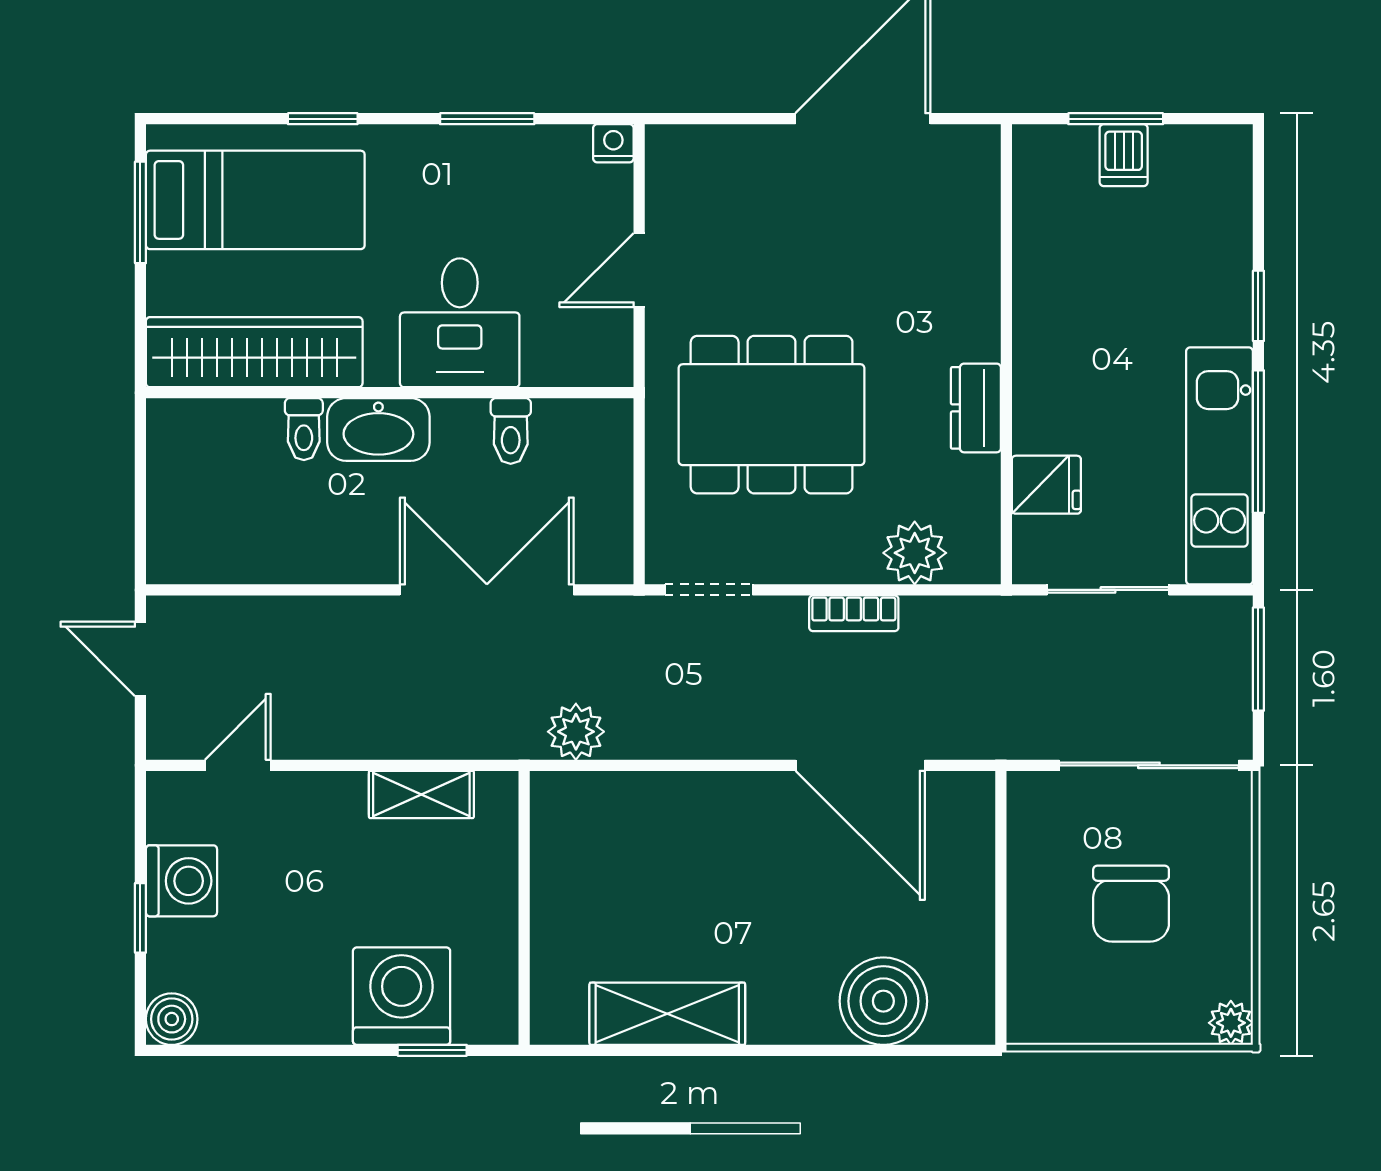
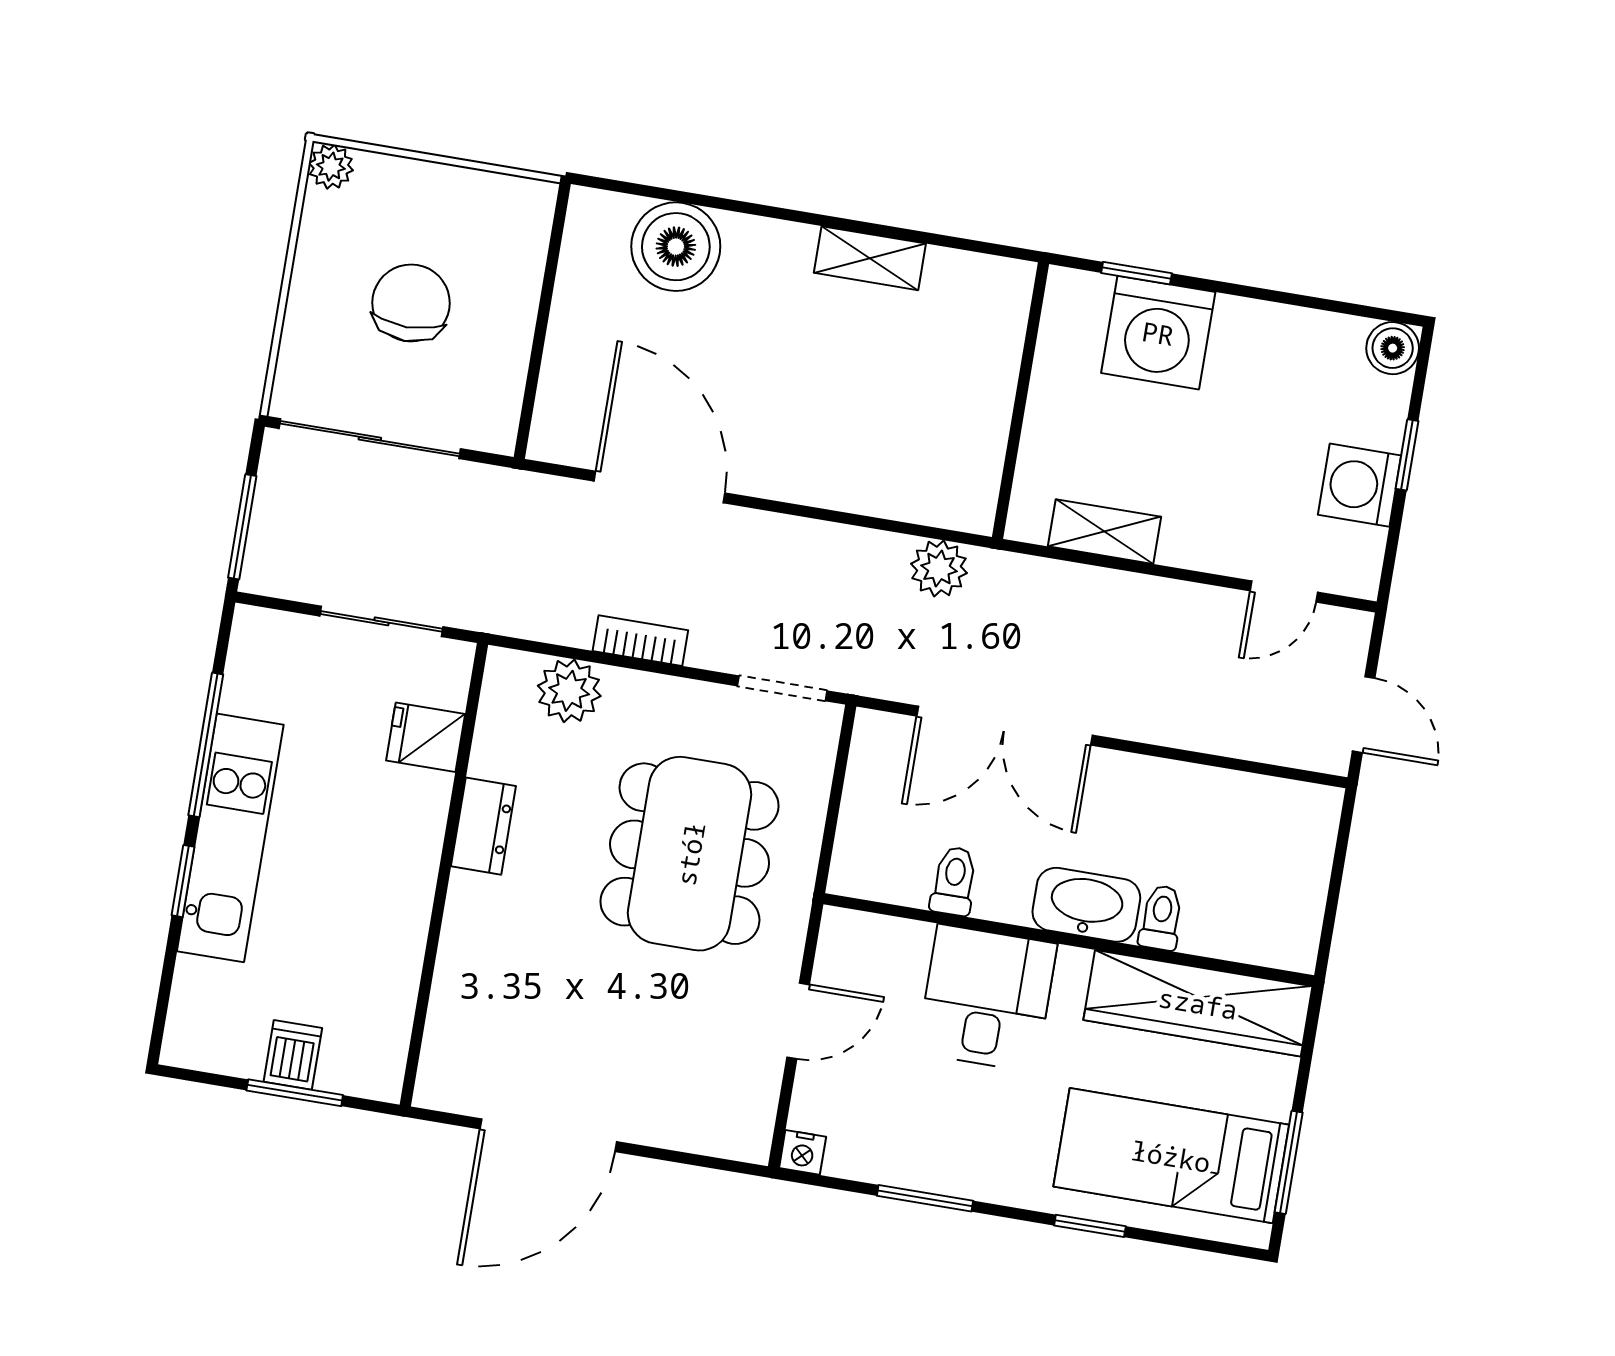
dining table: (772, 415) -> (690, 854), turned 90
kitchen unit: (1220, 466) -> (230, 838), moved
shelving: (667, 1014) -> (870, 258), width x0.67, depth x0.75

